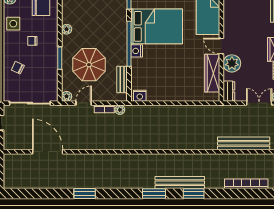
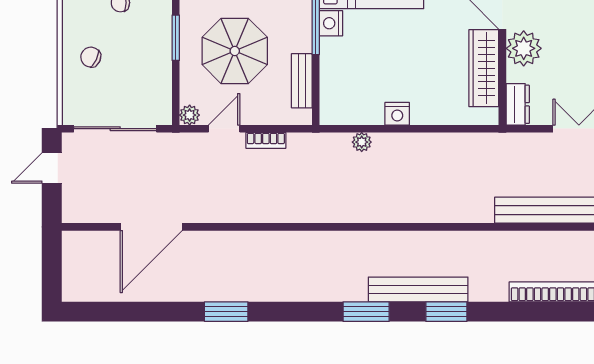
nightstand: (140, 96) -> (397, 114), moved
plant: (120, 110) -> (362, 142), moved
door: (48, 152) -> (151, 227), swing flipped

